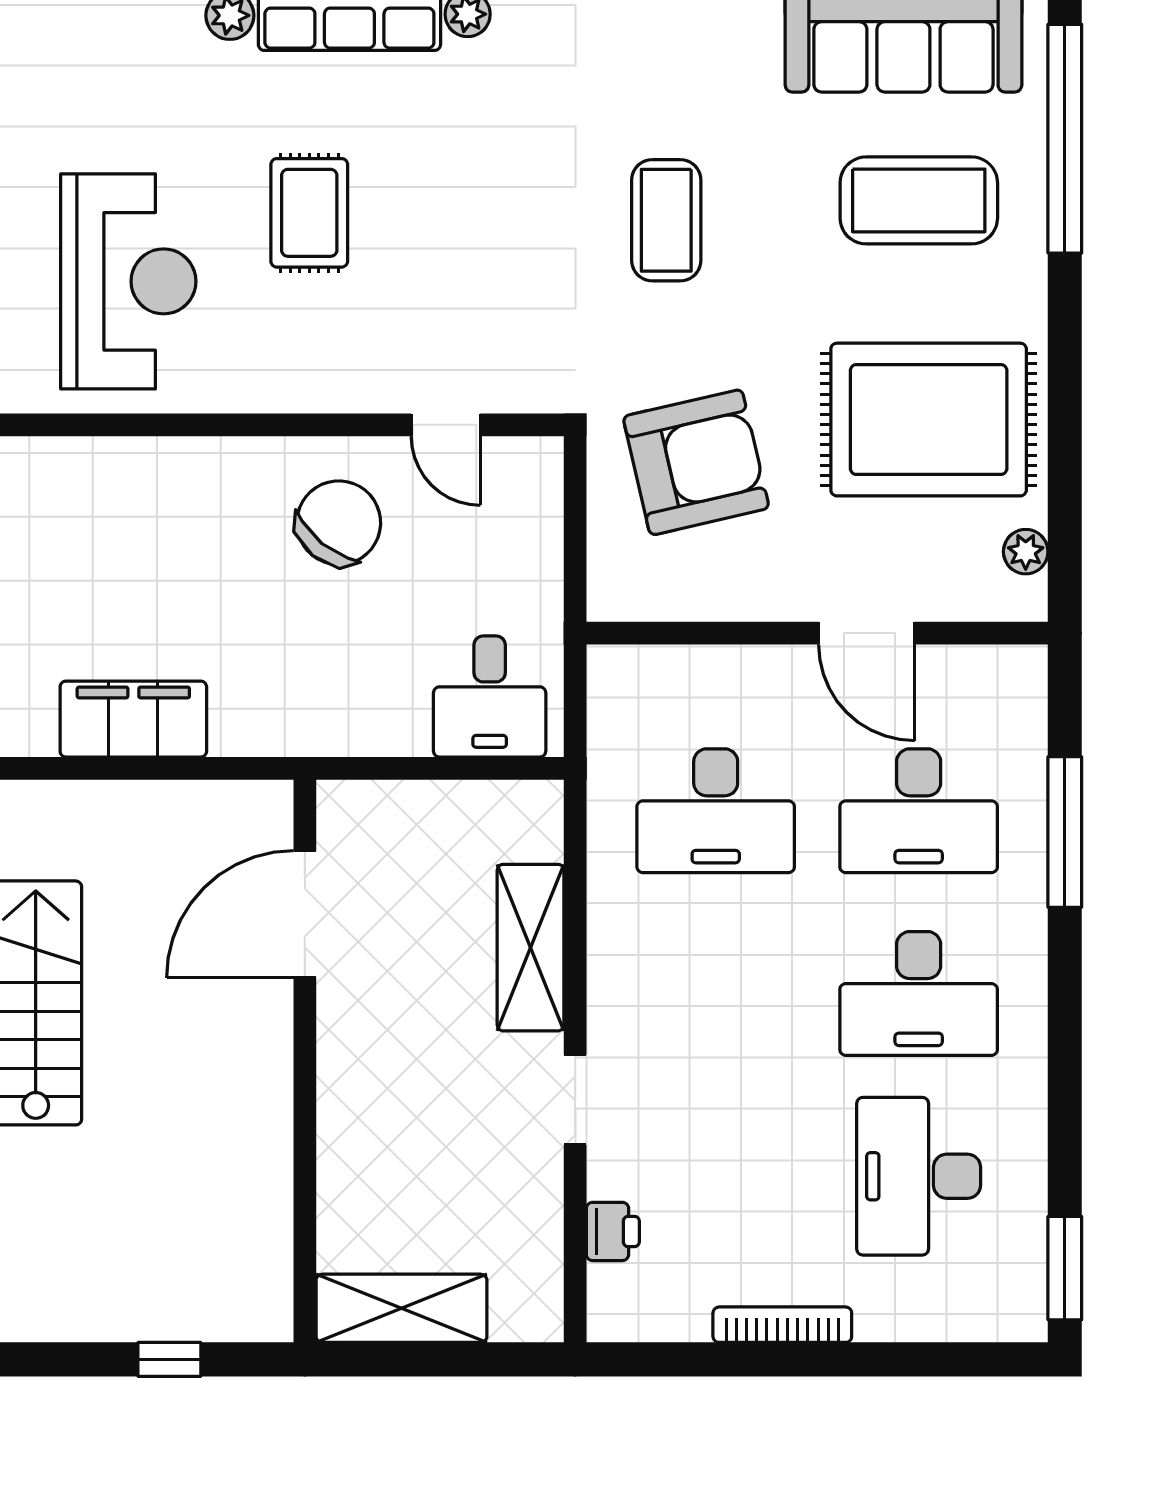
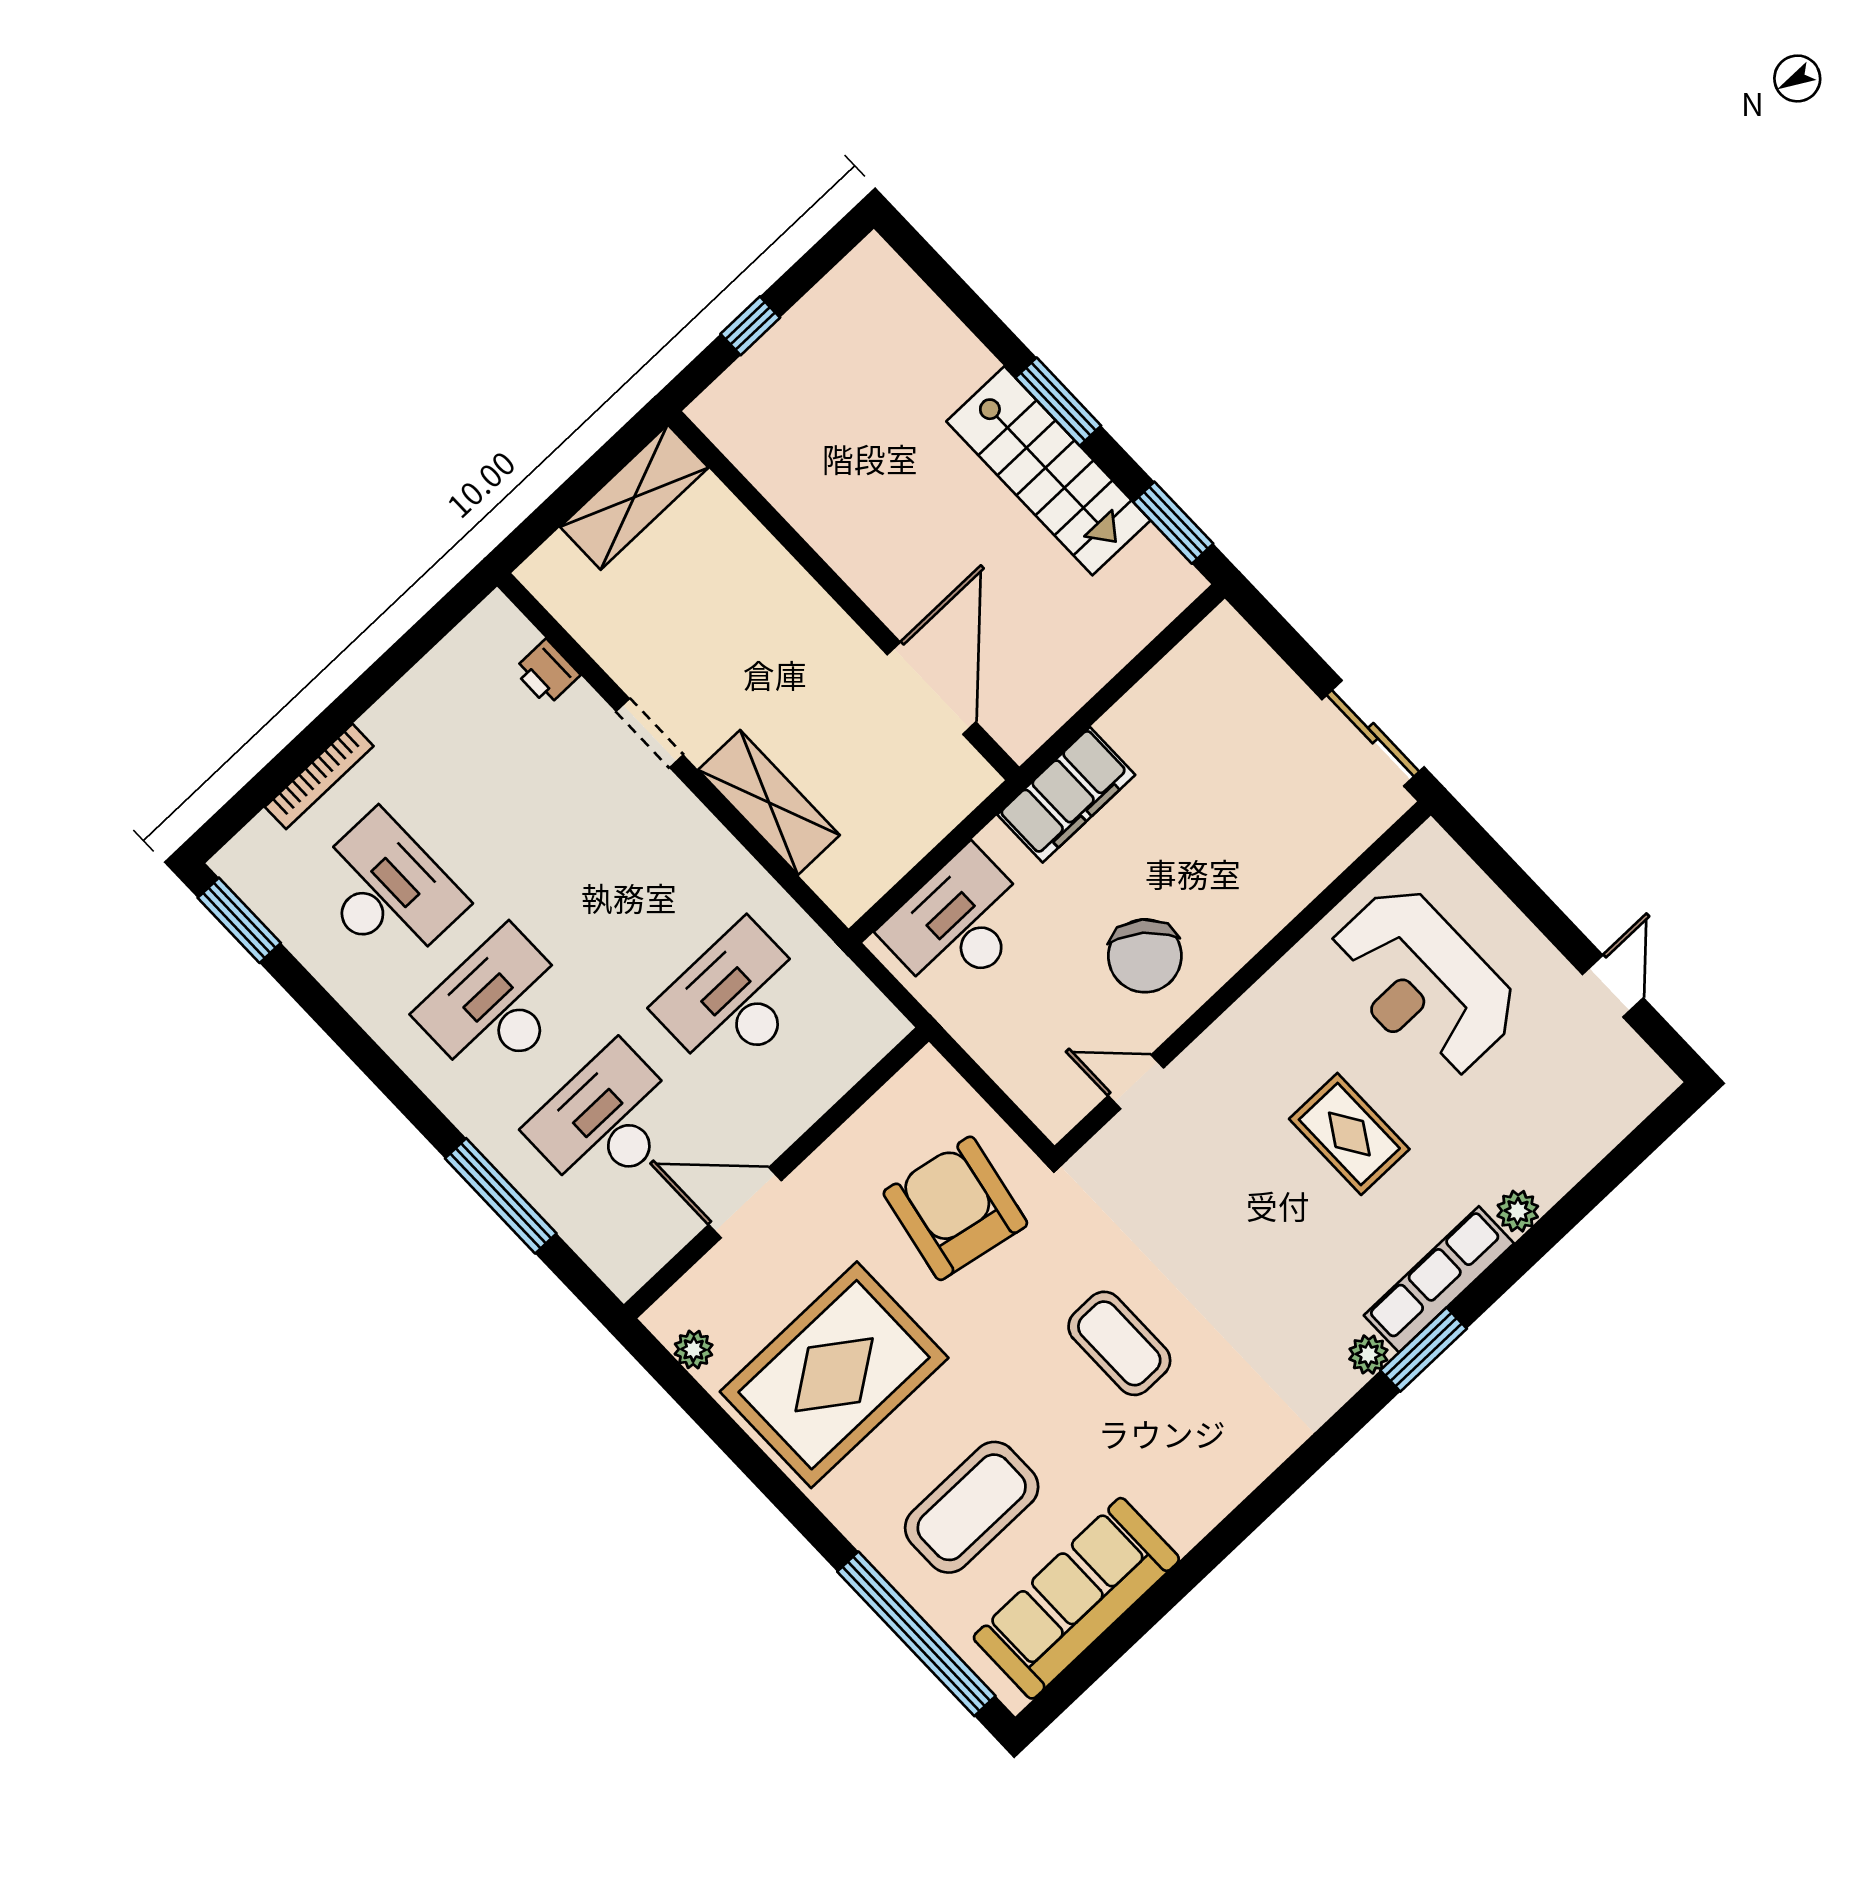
armchair: (696, 462) -> (955, 1208), turned 114
desk: (490, 697) -> (959, 924), width x1.37
filing cabinet: (133, 719) -> (1066, 795), moved
bookcase: (782, 1325) -> (319, 776), moved

